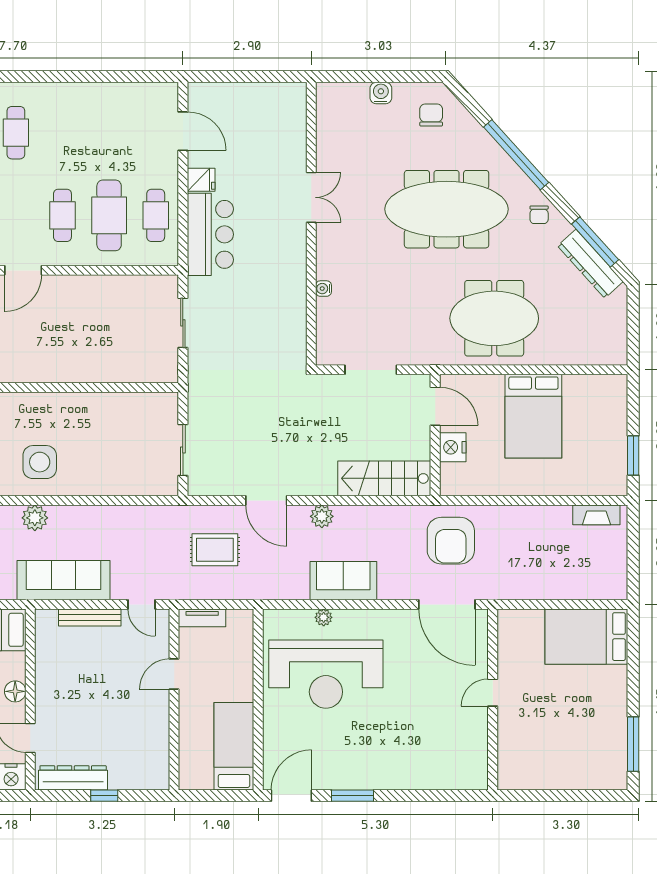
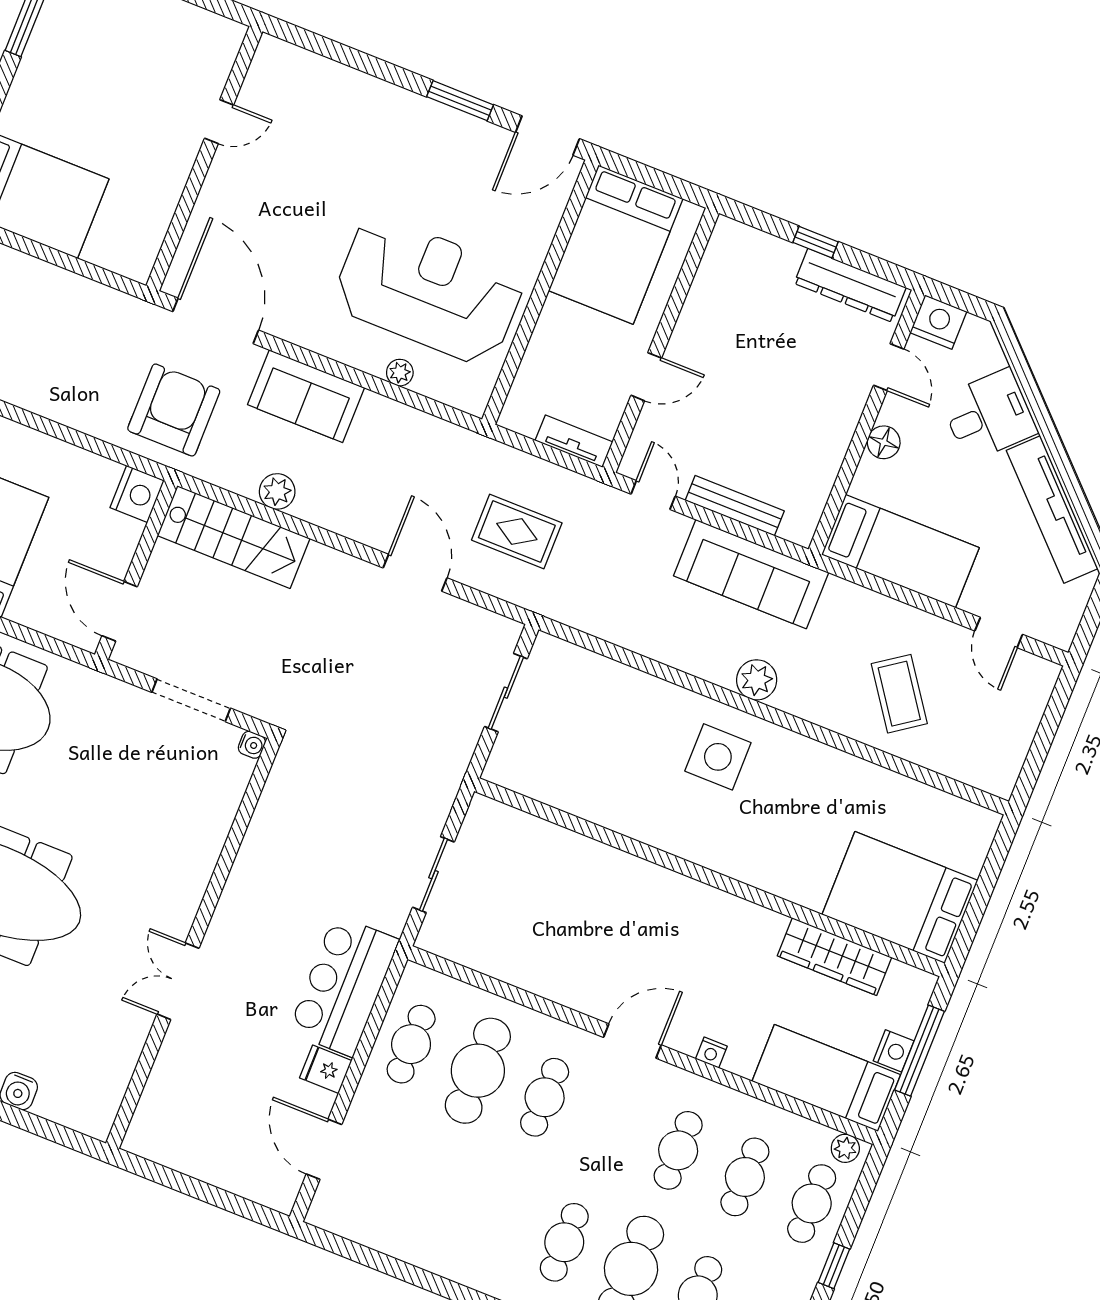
water cooler: (323, 289) -> (252, 745), moved
nightstand: (453, 447) -> (137, 494), moved
plant: (322, 516) -> (277, 491), moved
sofa: (343, 581) -> (306, 396), moved
door: (493, 693) -> (219, 122), moved
bed: (234, 746) -> (616, 245), width x1.50

